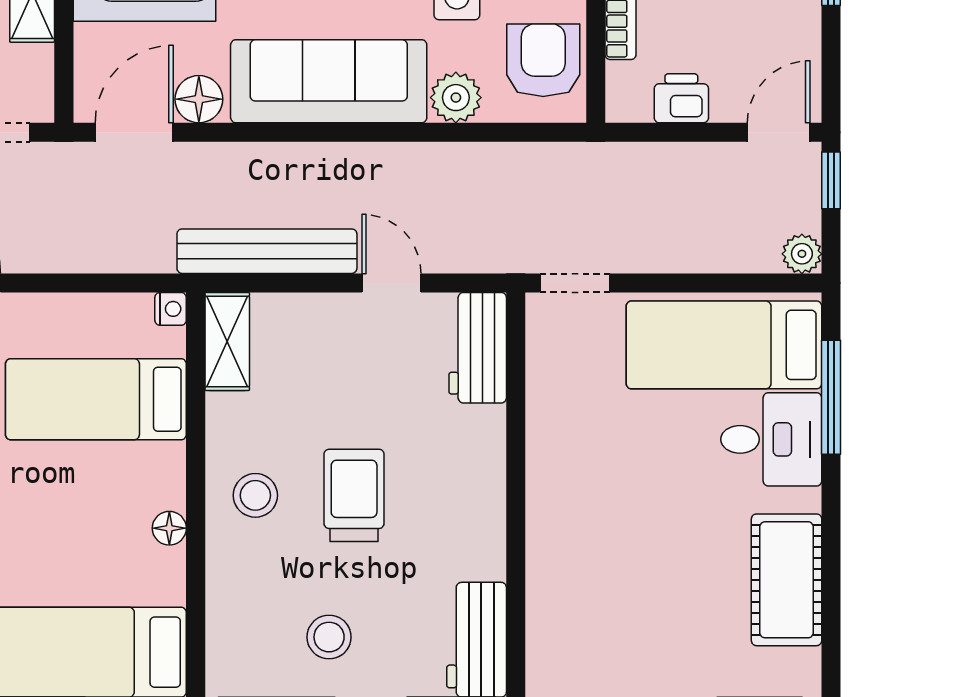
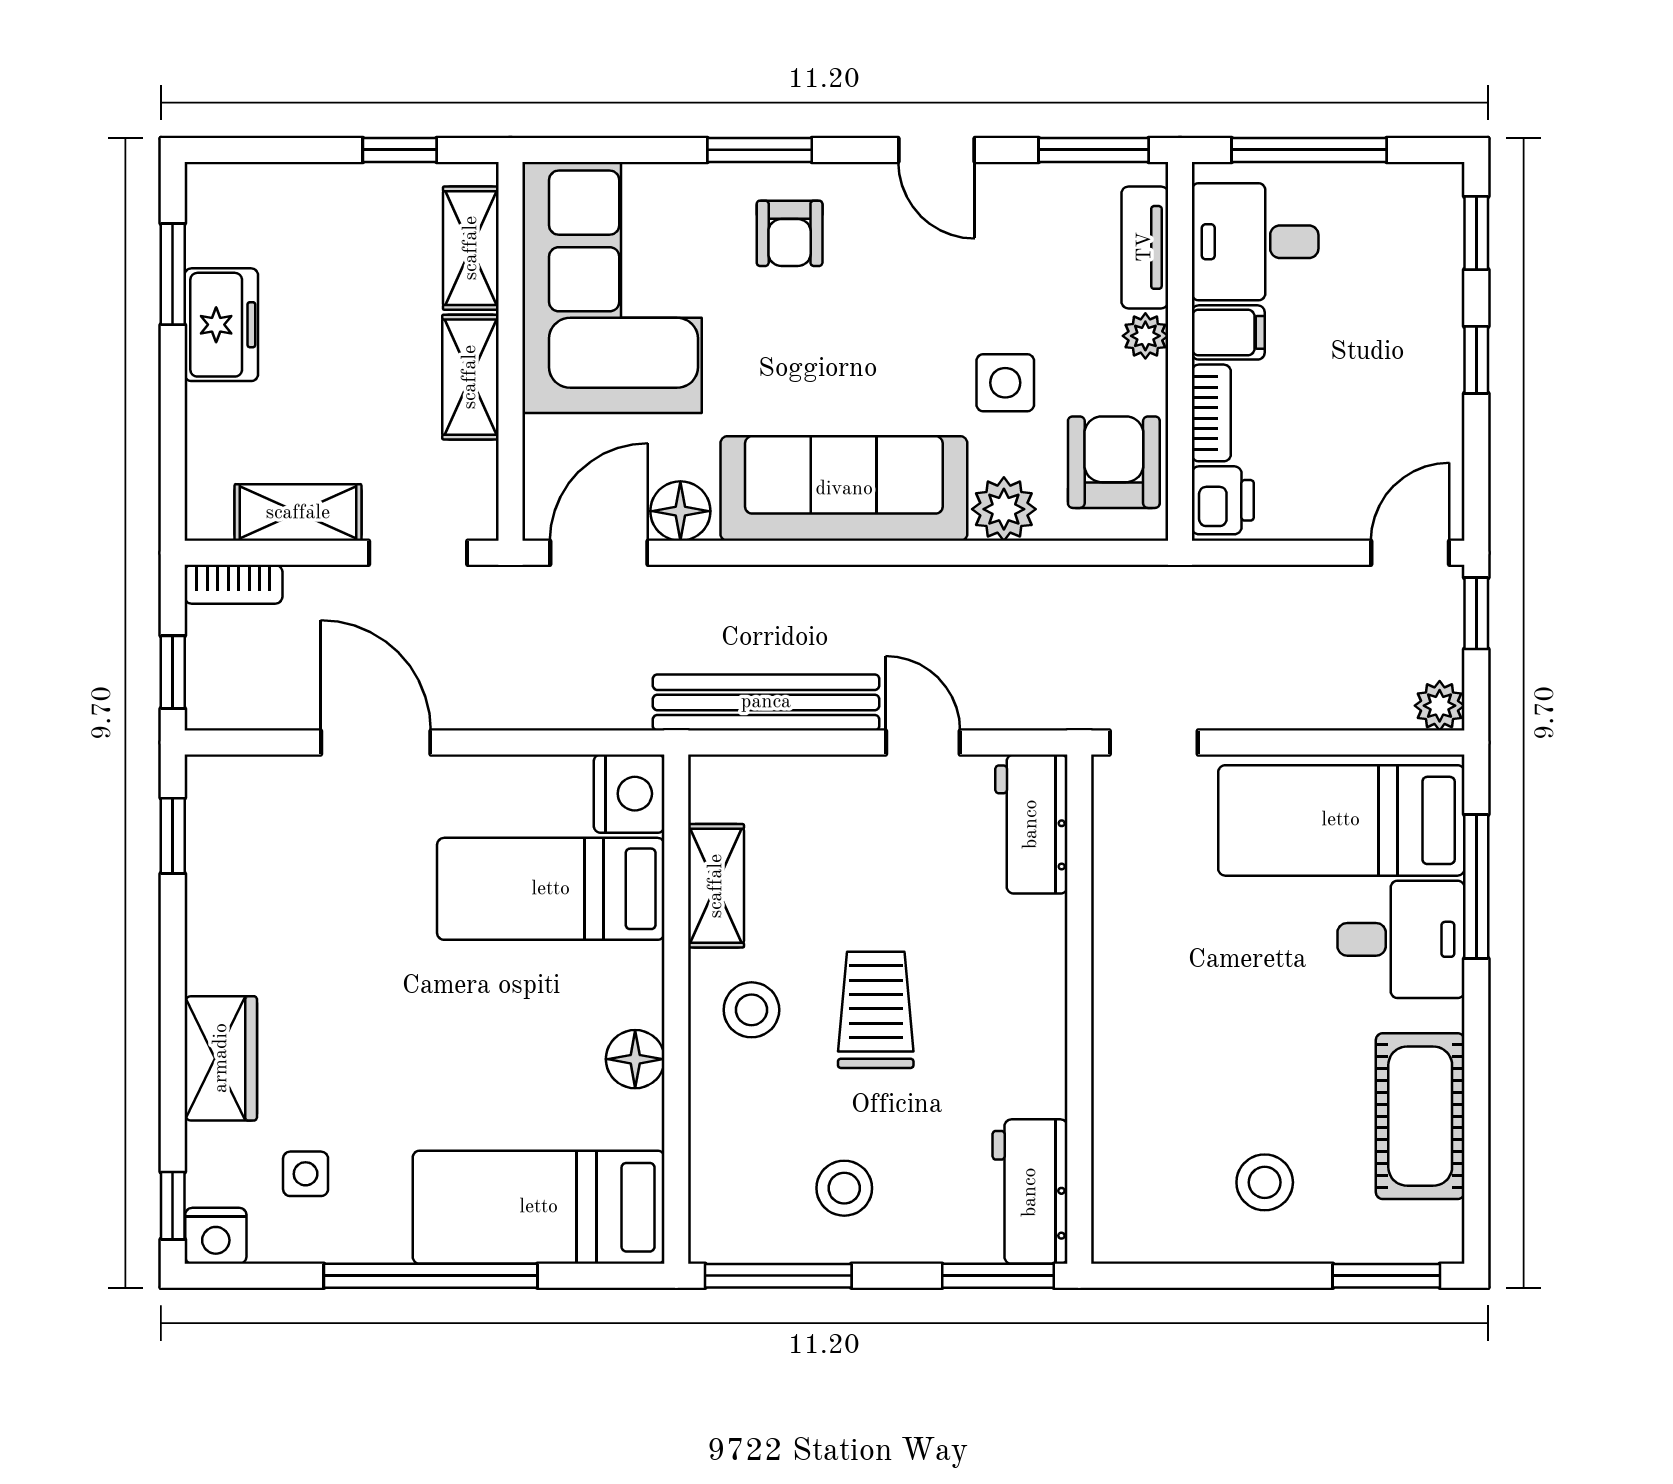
printer: (681, 98) -> (1223, 500), moved, turned 90
nightstand: (171, 309) -> (629, 794), width x1.89, depth x1.79
shelving: (227, 341) -> (716, 886), moved
floor lamp: (169, 528) -> (635, 1059), width x1.37, depth x1.37
stool: (663, 632) -> (1265, 1182), added

